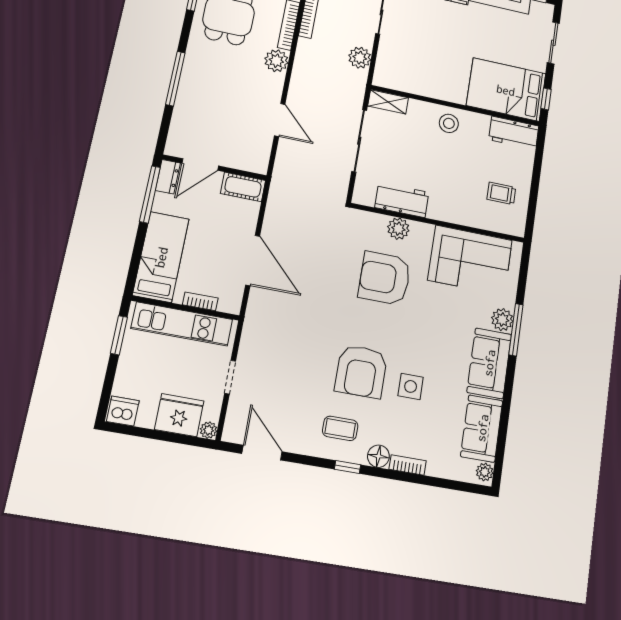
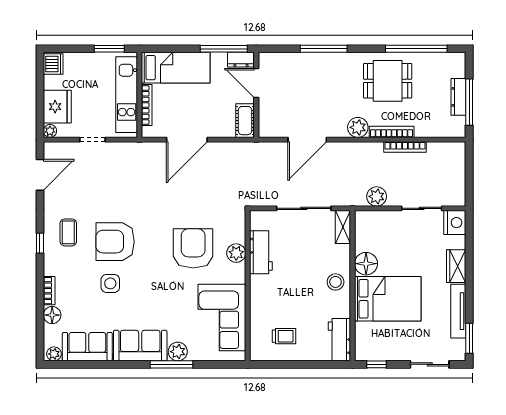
floor lamp: (434, 86) -> (366, 264), added
bed: (506, 90) -> (388, 299), moved, turned 90
door: (280, 120) -> (307, 140), width x1.36
trolley: (501, 193) -> (284, 336), turned 90
bookcase: (200, 301) -> (147, 105), width x1.56
floor lamp: (378, 456) -> (52, 315), moved

